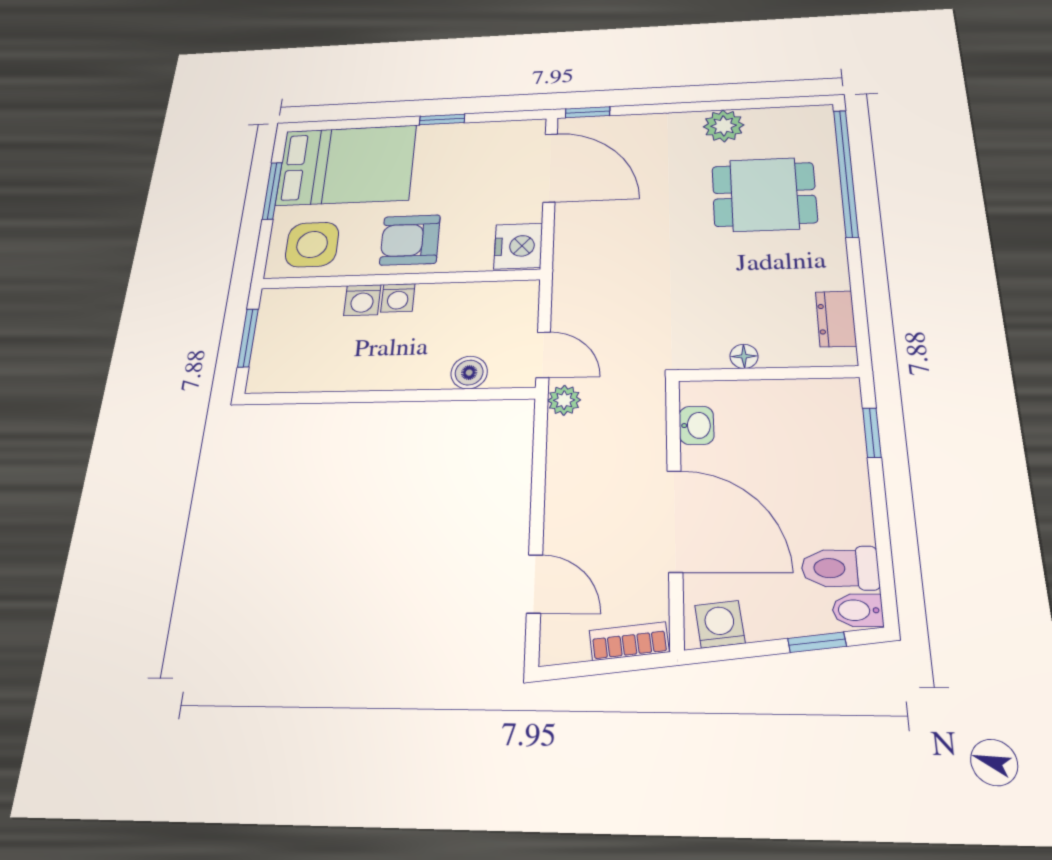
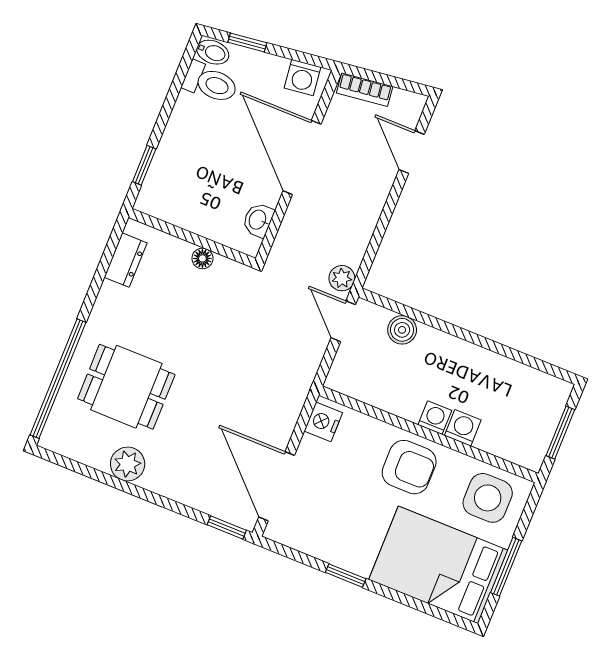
nightstand: (518, 246) -> (323, 422), width x0.74, depth x0.75

